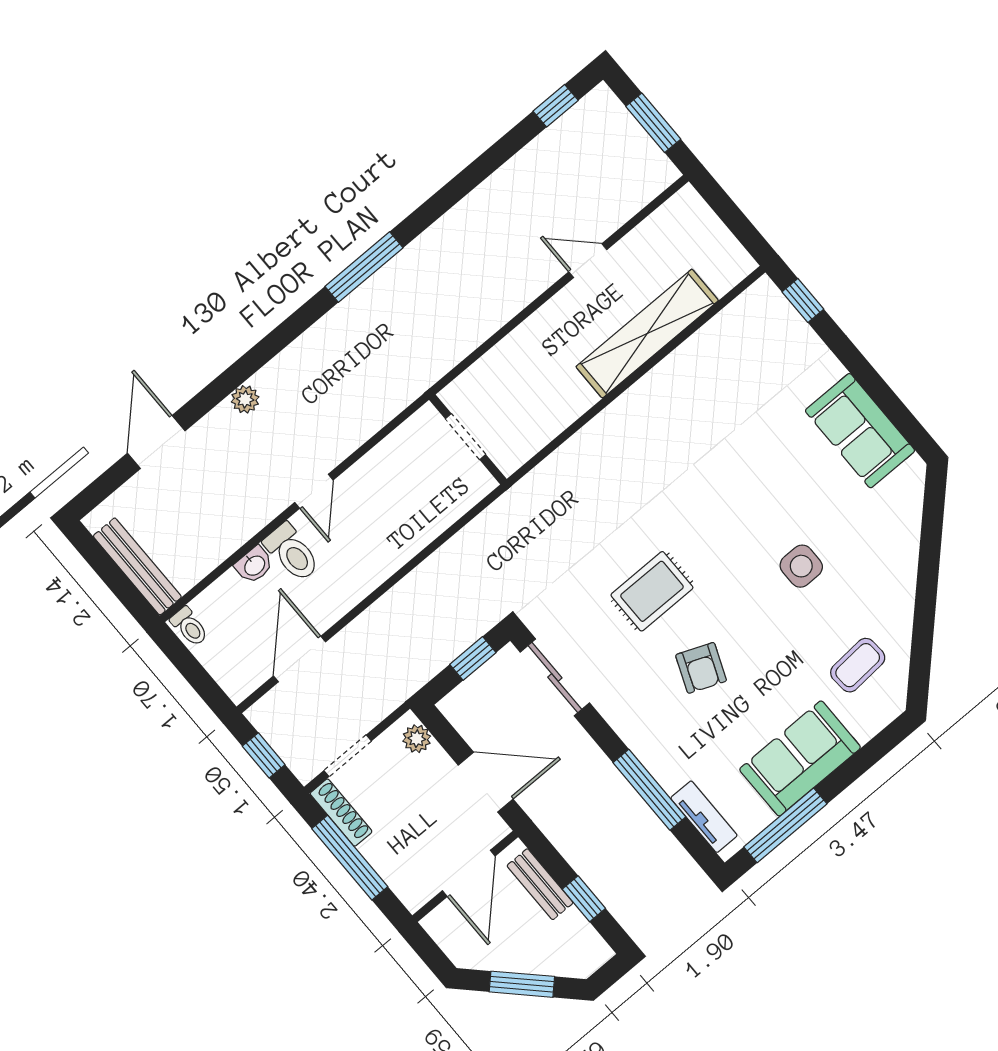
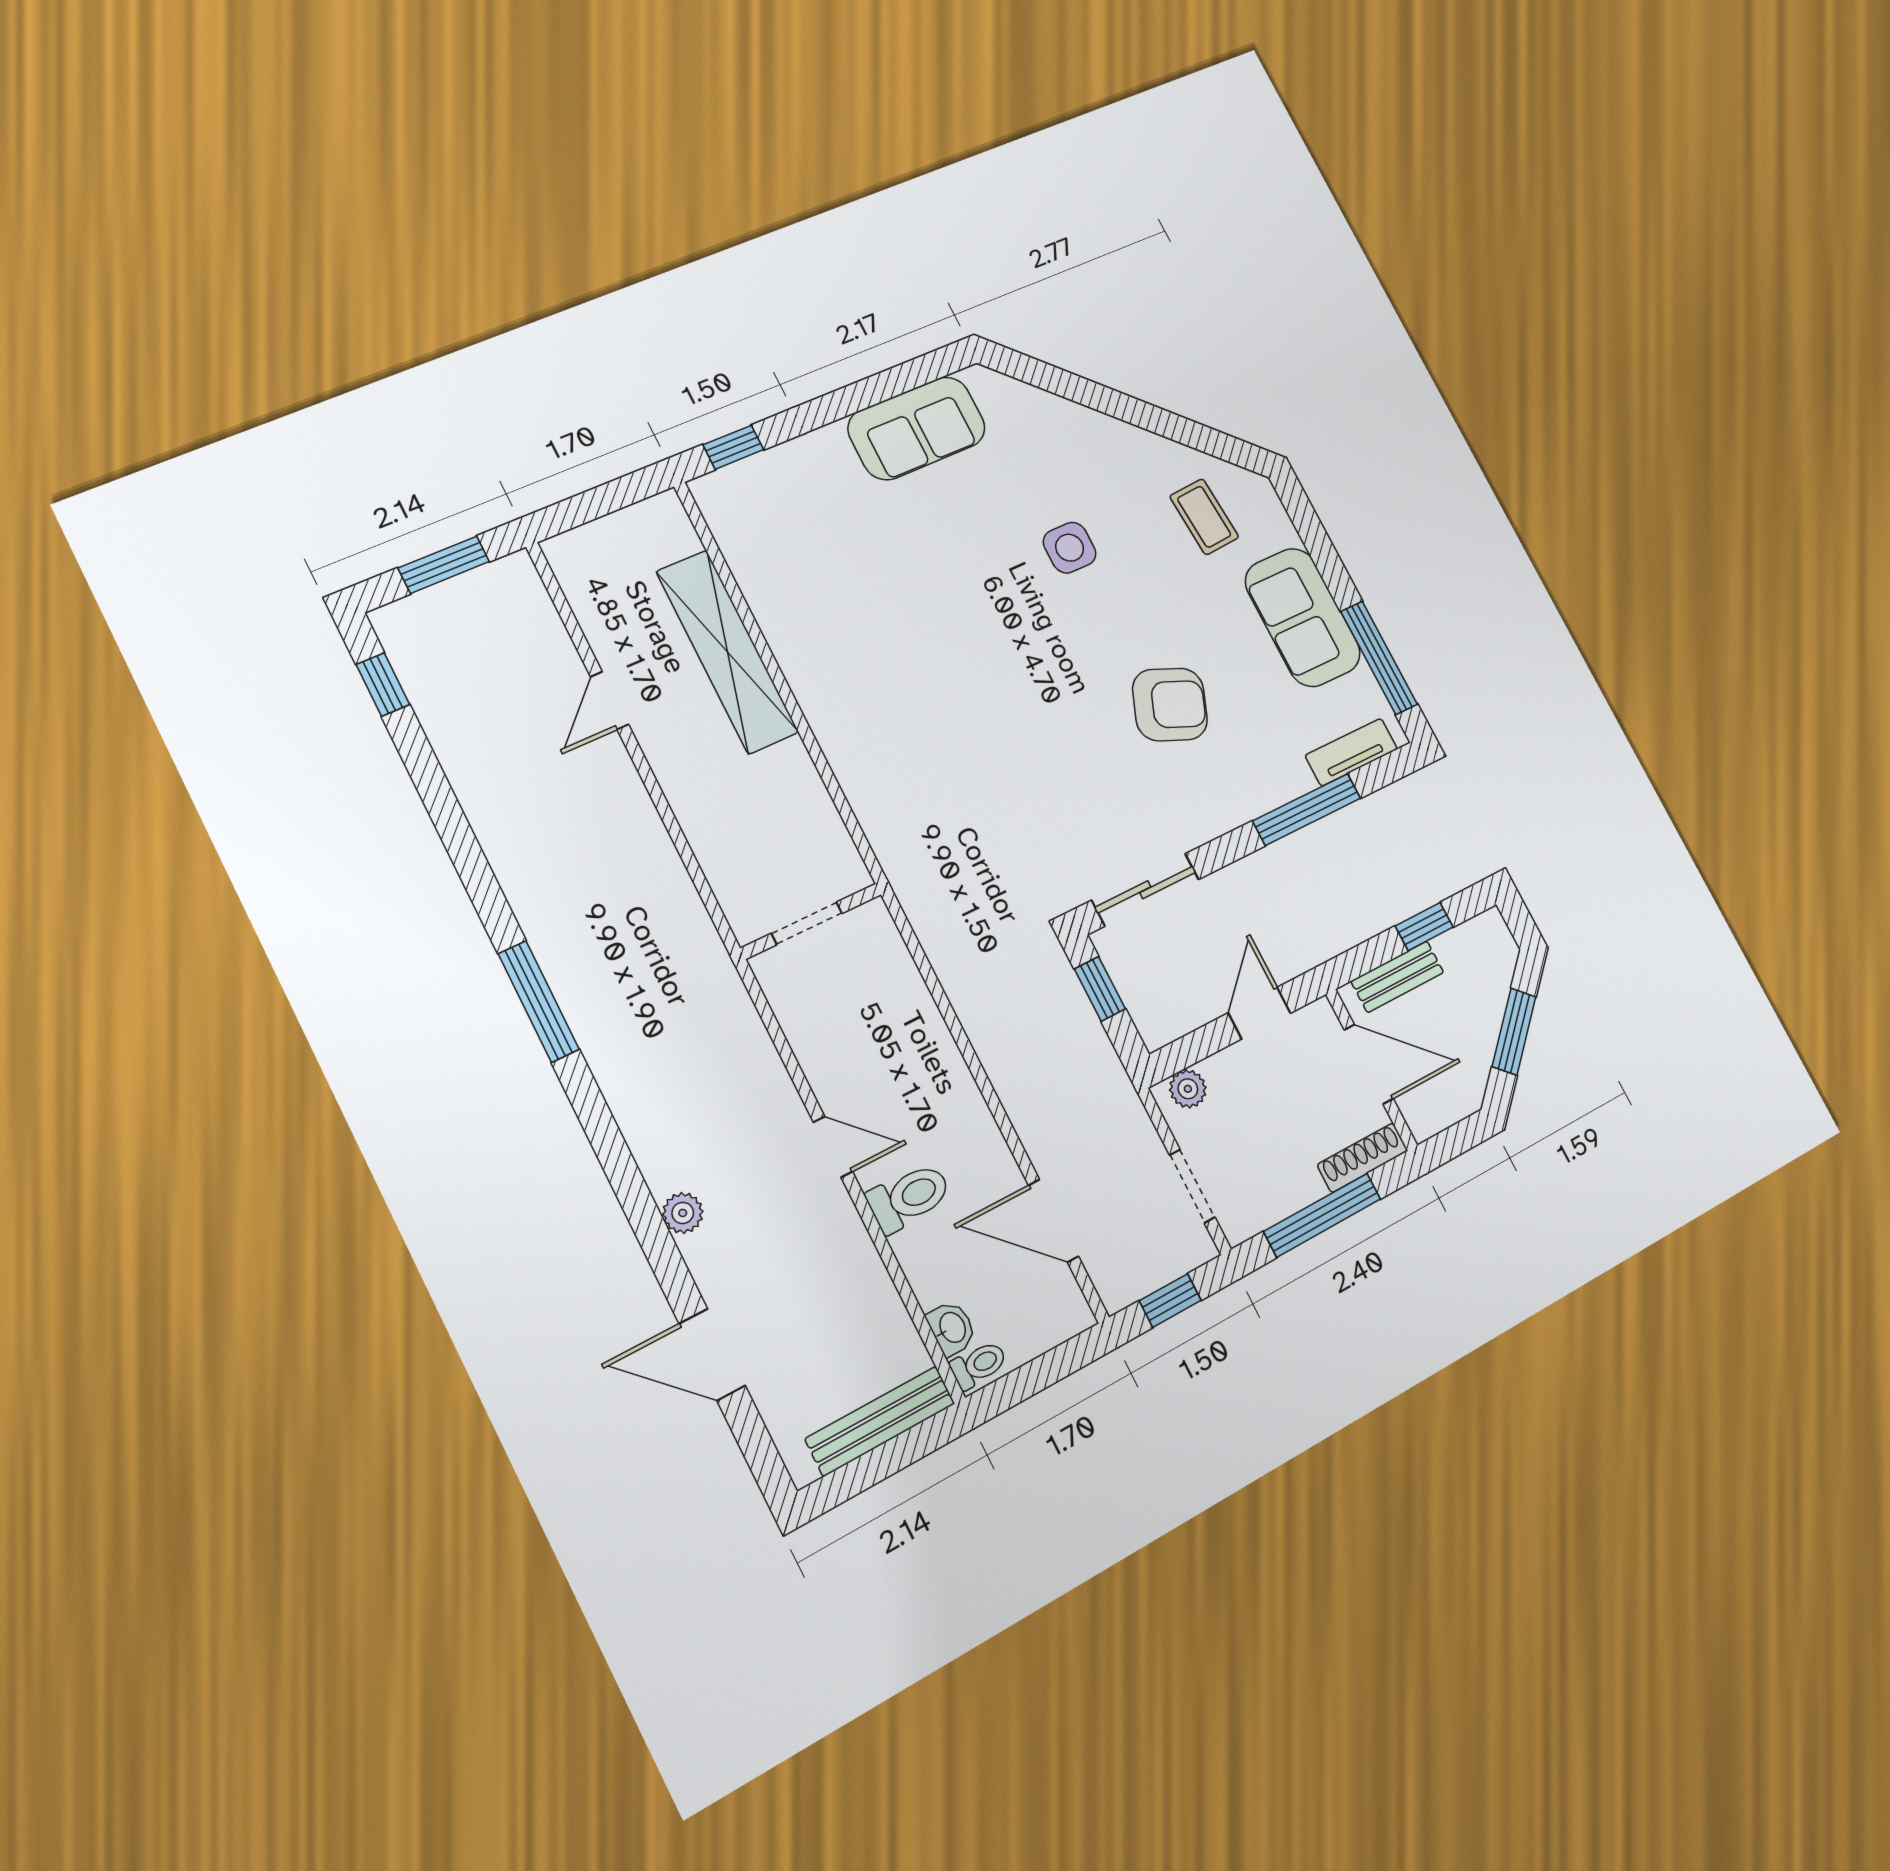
washbasin: (254, 565) -> (952, 1328), moved
rug: (652, 591) -> (1062, 738), removed
armchair: (701, 668) -> (1170, 705), width x1.38, depth x1.38
door: (486, 782) -> (1259, 1013), width x0.73
shoe rack: (341, 813) -> (1363, 1158), moved

